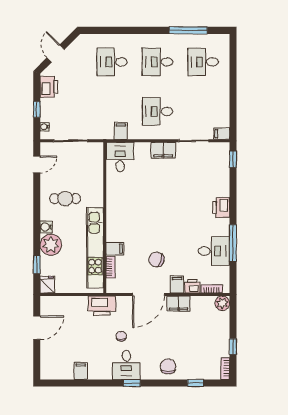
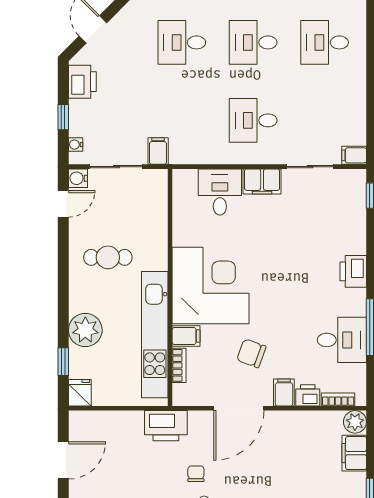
filing cabinet: (121, 131) -> (158, 151), moved
desk: (120, 157) -> (220, 192), moved
corner desk: (130, 216) -> (211, 286), added
water cooler: (46, 227) -> (78, 178), moved
filing cabinet: (179, 304) -> (354, 453), moved, turned 90

